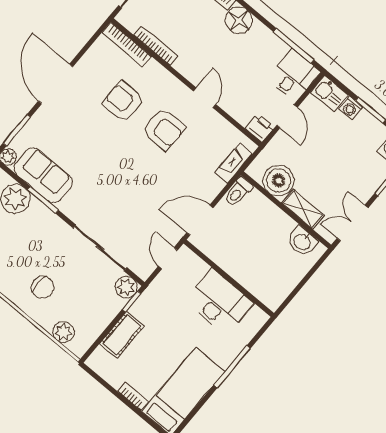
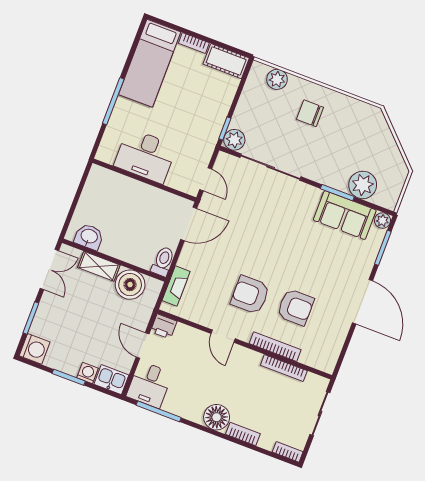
bookcase: (127, 45) -> (275, 347), moved
cot: (122, 335) -> (226, 61), moved, turned 90

